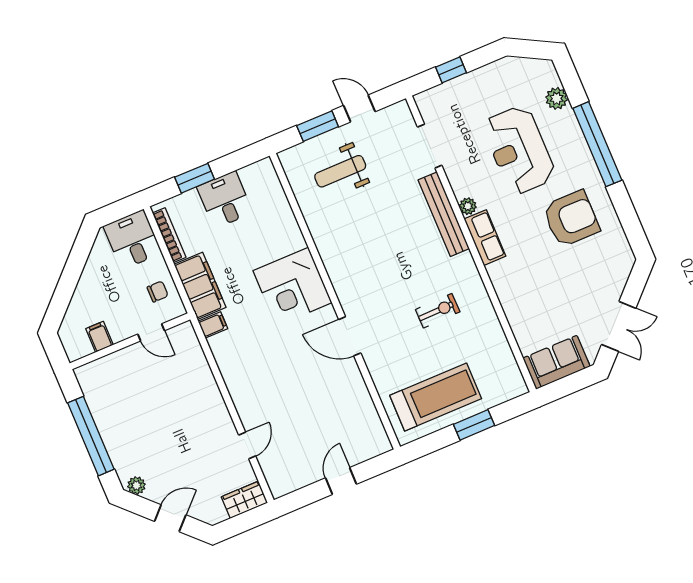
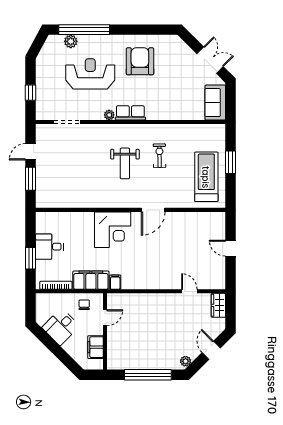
window: (597, 144) -> (84, 30), moved
reception desk: (519, 150) -> (90, 74), turned 180
weight bench: (340, 171) -> (125, 163), moved
bench: (444, 214) -> (108, 130), removed
desk: (133, 240) -> (61, 327), moved, turned -45
filing cabinet: (99, 337) -> (96, 347), width x2.00

